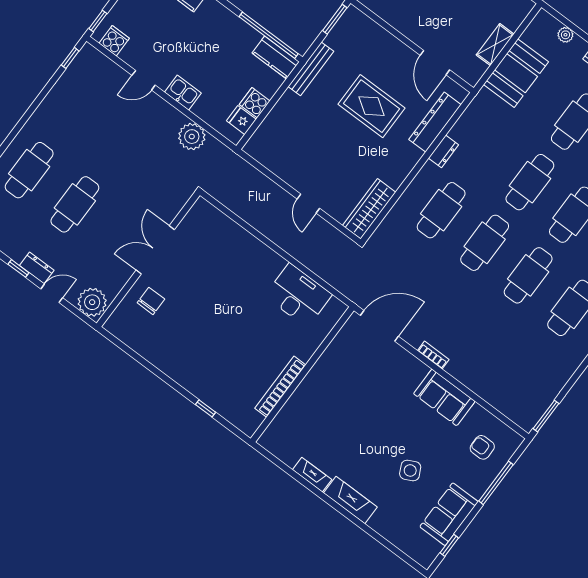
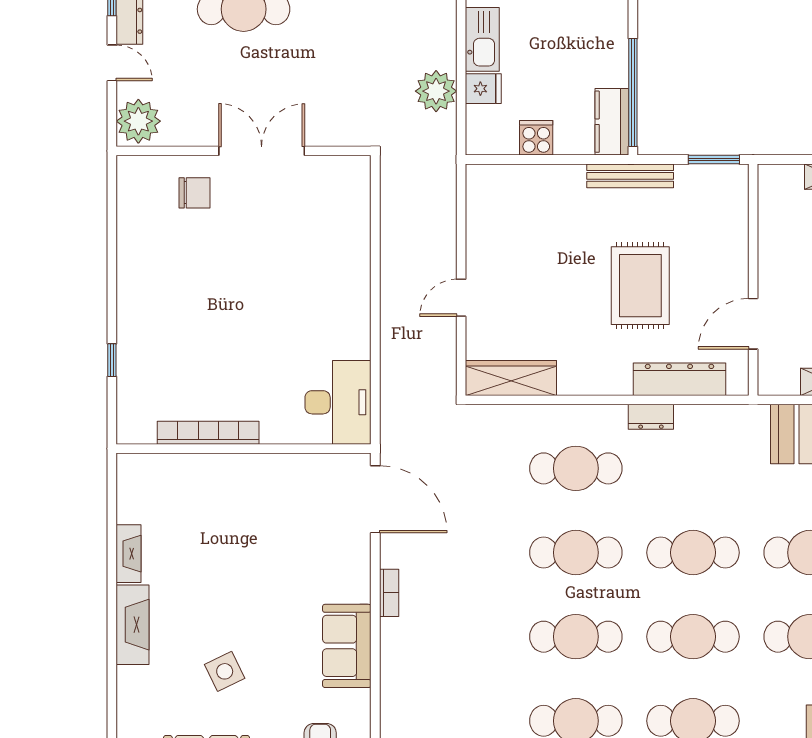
kitchen sink: (183, 93) -> (482, 39), width x1.38
fridge: (241, 120) -> (483, 89), moved, turned 90
desk: (298, 295) -> (338, 402), moved

